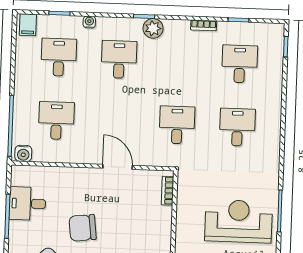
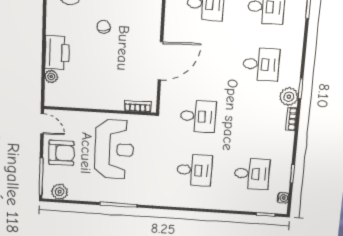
water cooler: (89, 22) -> (283, 198), moved
bookcase: (204, 25) -> (291, 119), moved
door: (118, 167) -> (160, 61), width x1.36
reception desk: (239, 221) -> (114, 149), moved
chair: (83, 228) -> (104, 27), width x0.54, depth x0.54

